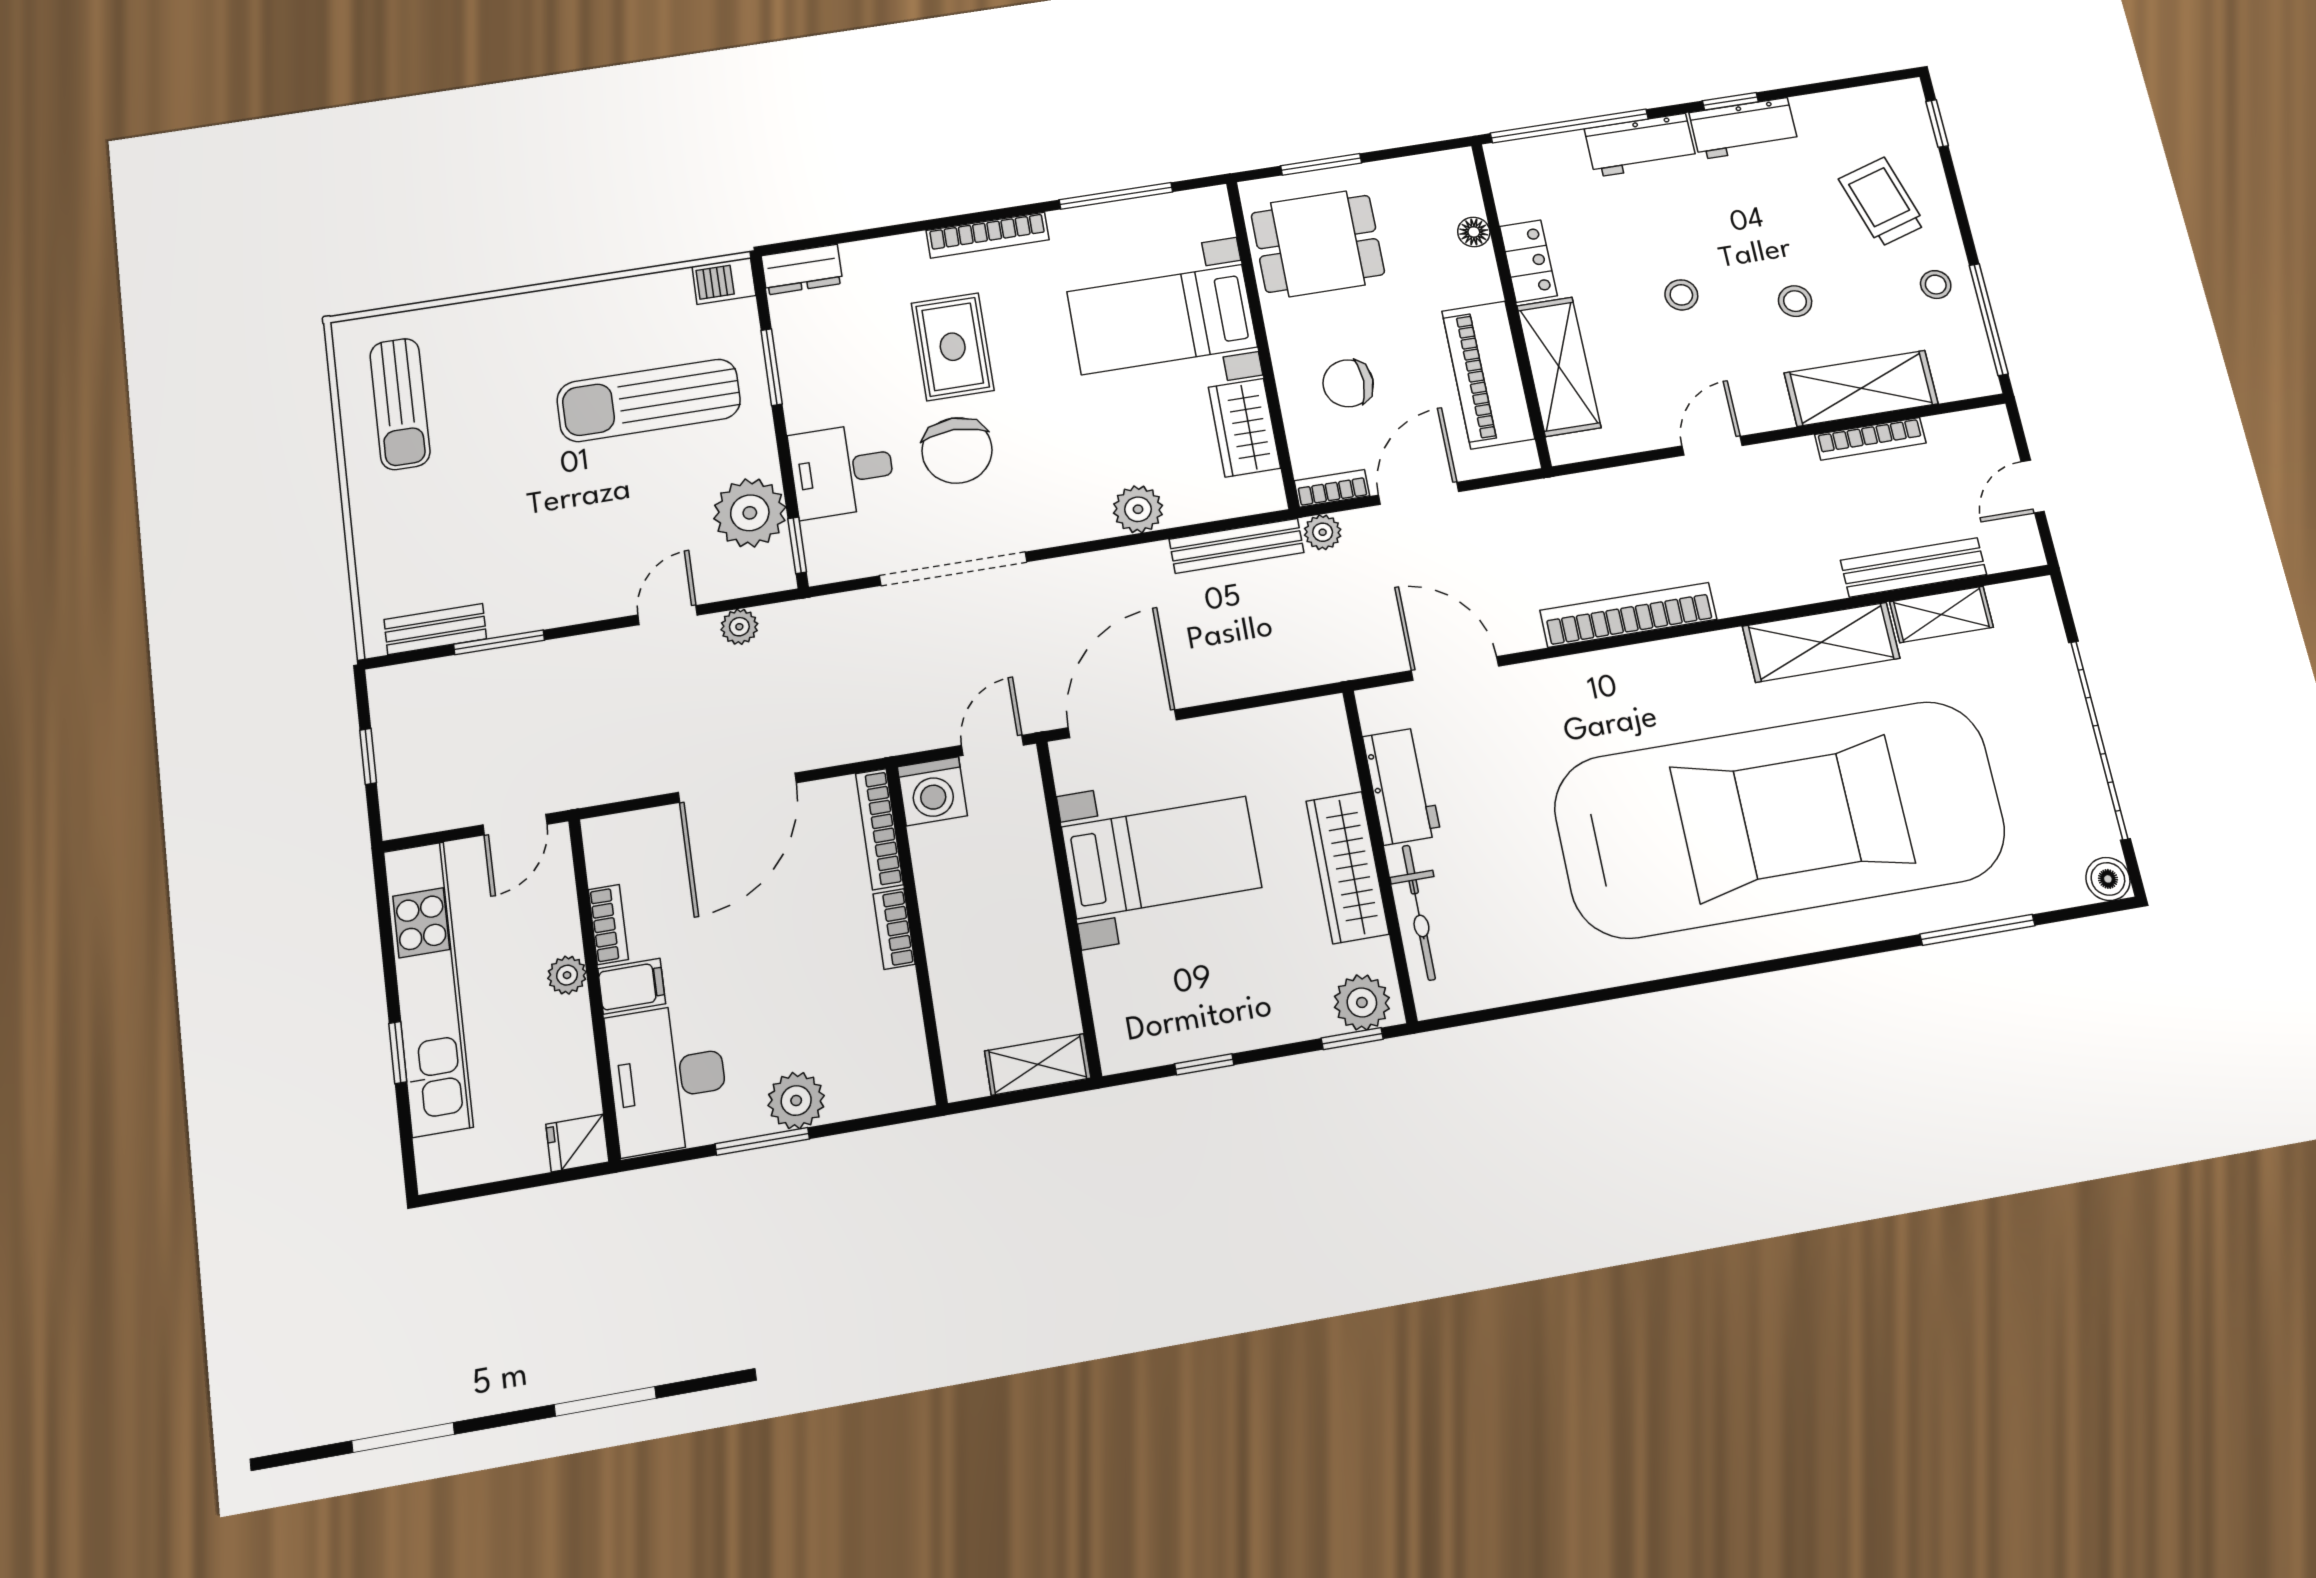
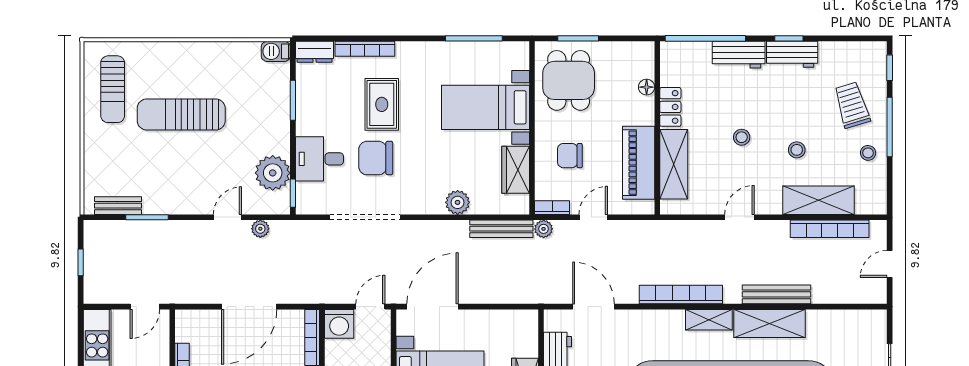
bookcase: (988, 235) -> (365, 49), moved
dining table: (1318, 244) -> (569, 80), turned 90
window: (1989, 319) -> (890, 127), moved
sun lounger: (649, 400) -> (181, 114), moved
bookcase: (1870, 439) -> (830, 229), width x1.48, depth x1.31
chair: (957, 450) -> (376, 158), turned 90
door: (1419, 493) -> (593, 217), width x0.73
bench: (1913, 567) -> (777, 294), moved
shelving: (1942, 614) -> (709, 320), moved

